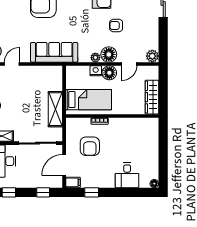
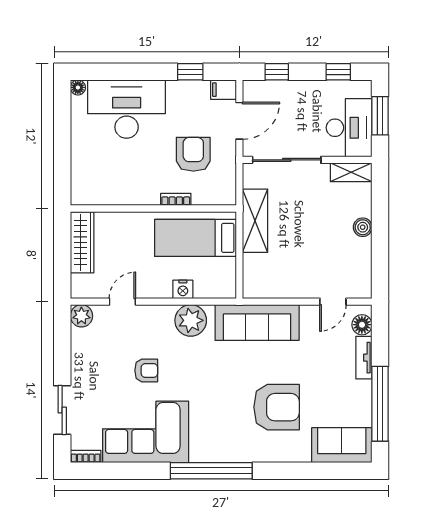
floor lamp: (109, 54) -> (159, 319), removed
plant: (95, 58) -> (191, 320), width x1.87, depth x1.87
floor lamp: (109, 73) -> (158, 286), removed
desk: (127, 175) -> (127, 109), width x1.87, depth x1.30

